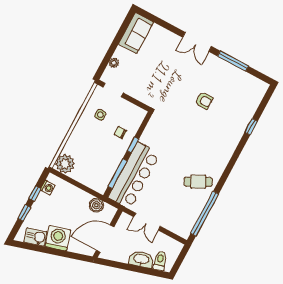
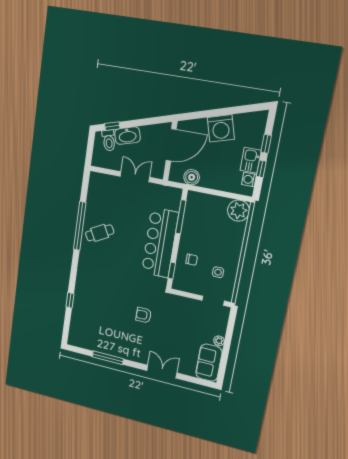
double door: (197, 42) -> (162, 372), moved
plant: (114, 63) -> (219, 341), moved
armchair: (204, 100) -> (144, 315), moved
window: (133, 145) -> (172, 271), moved
bar counter: (134, 176) -> (160, 243), moved
window: (205, 214) -> (80, 226), moved
kitchen sink: (35, 237) -> (251, 160), moved, turned 106
window: (152, 272) -> (112, 126), added

